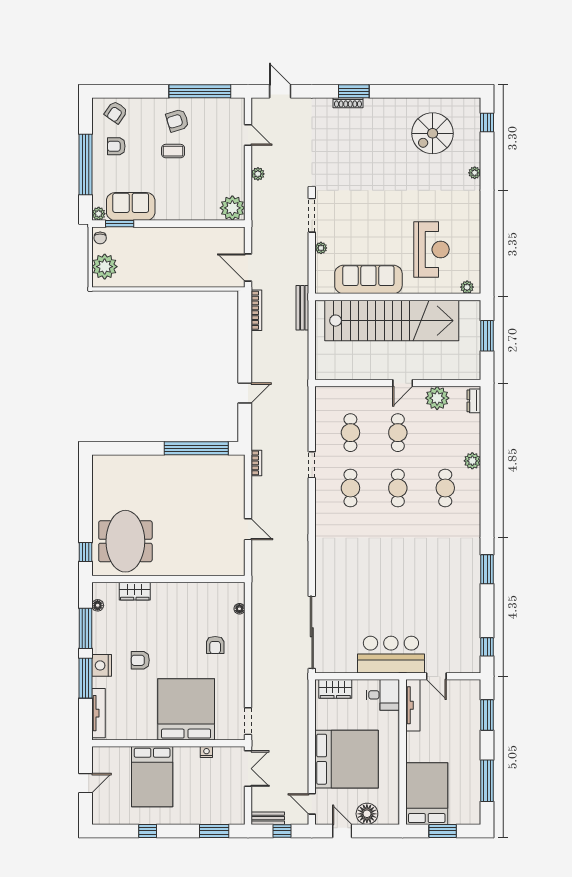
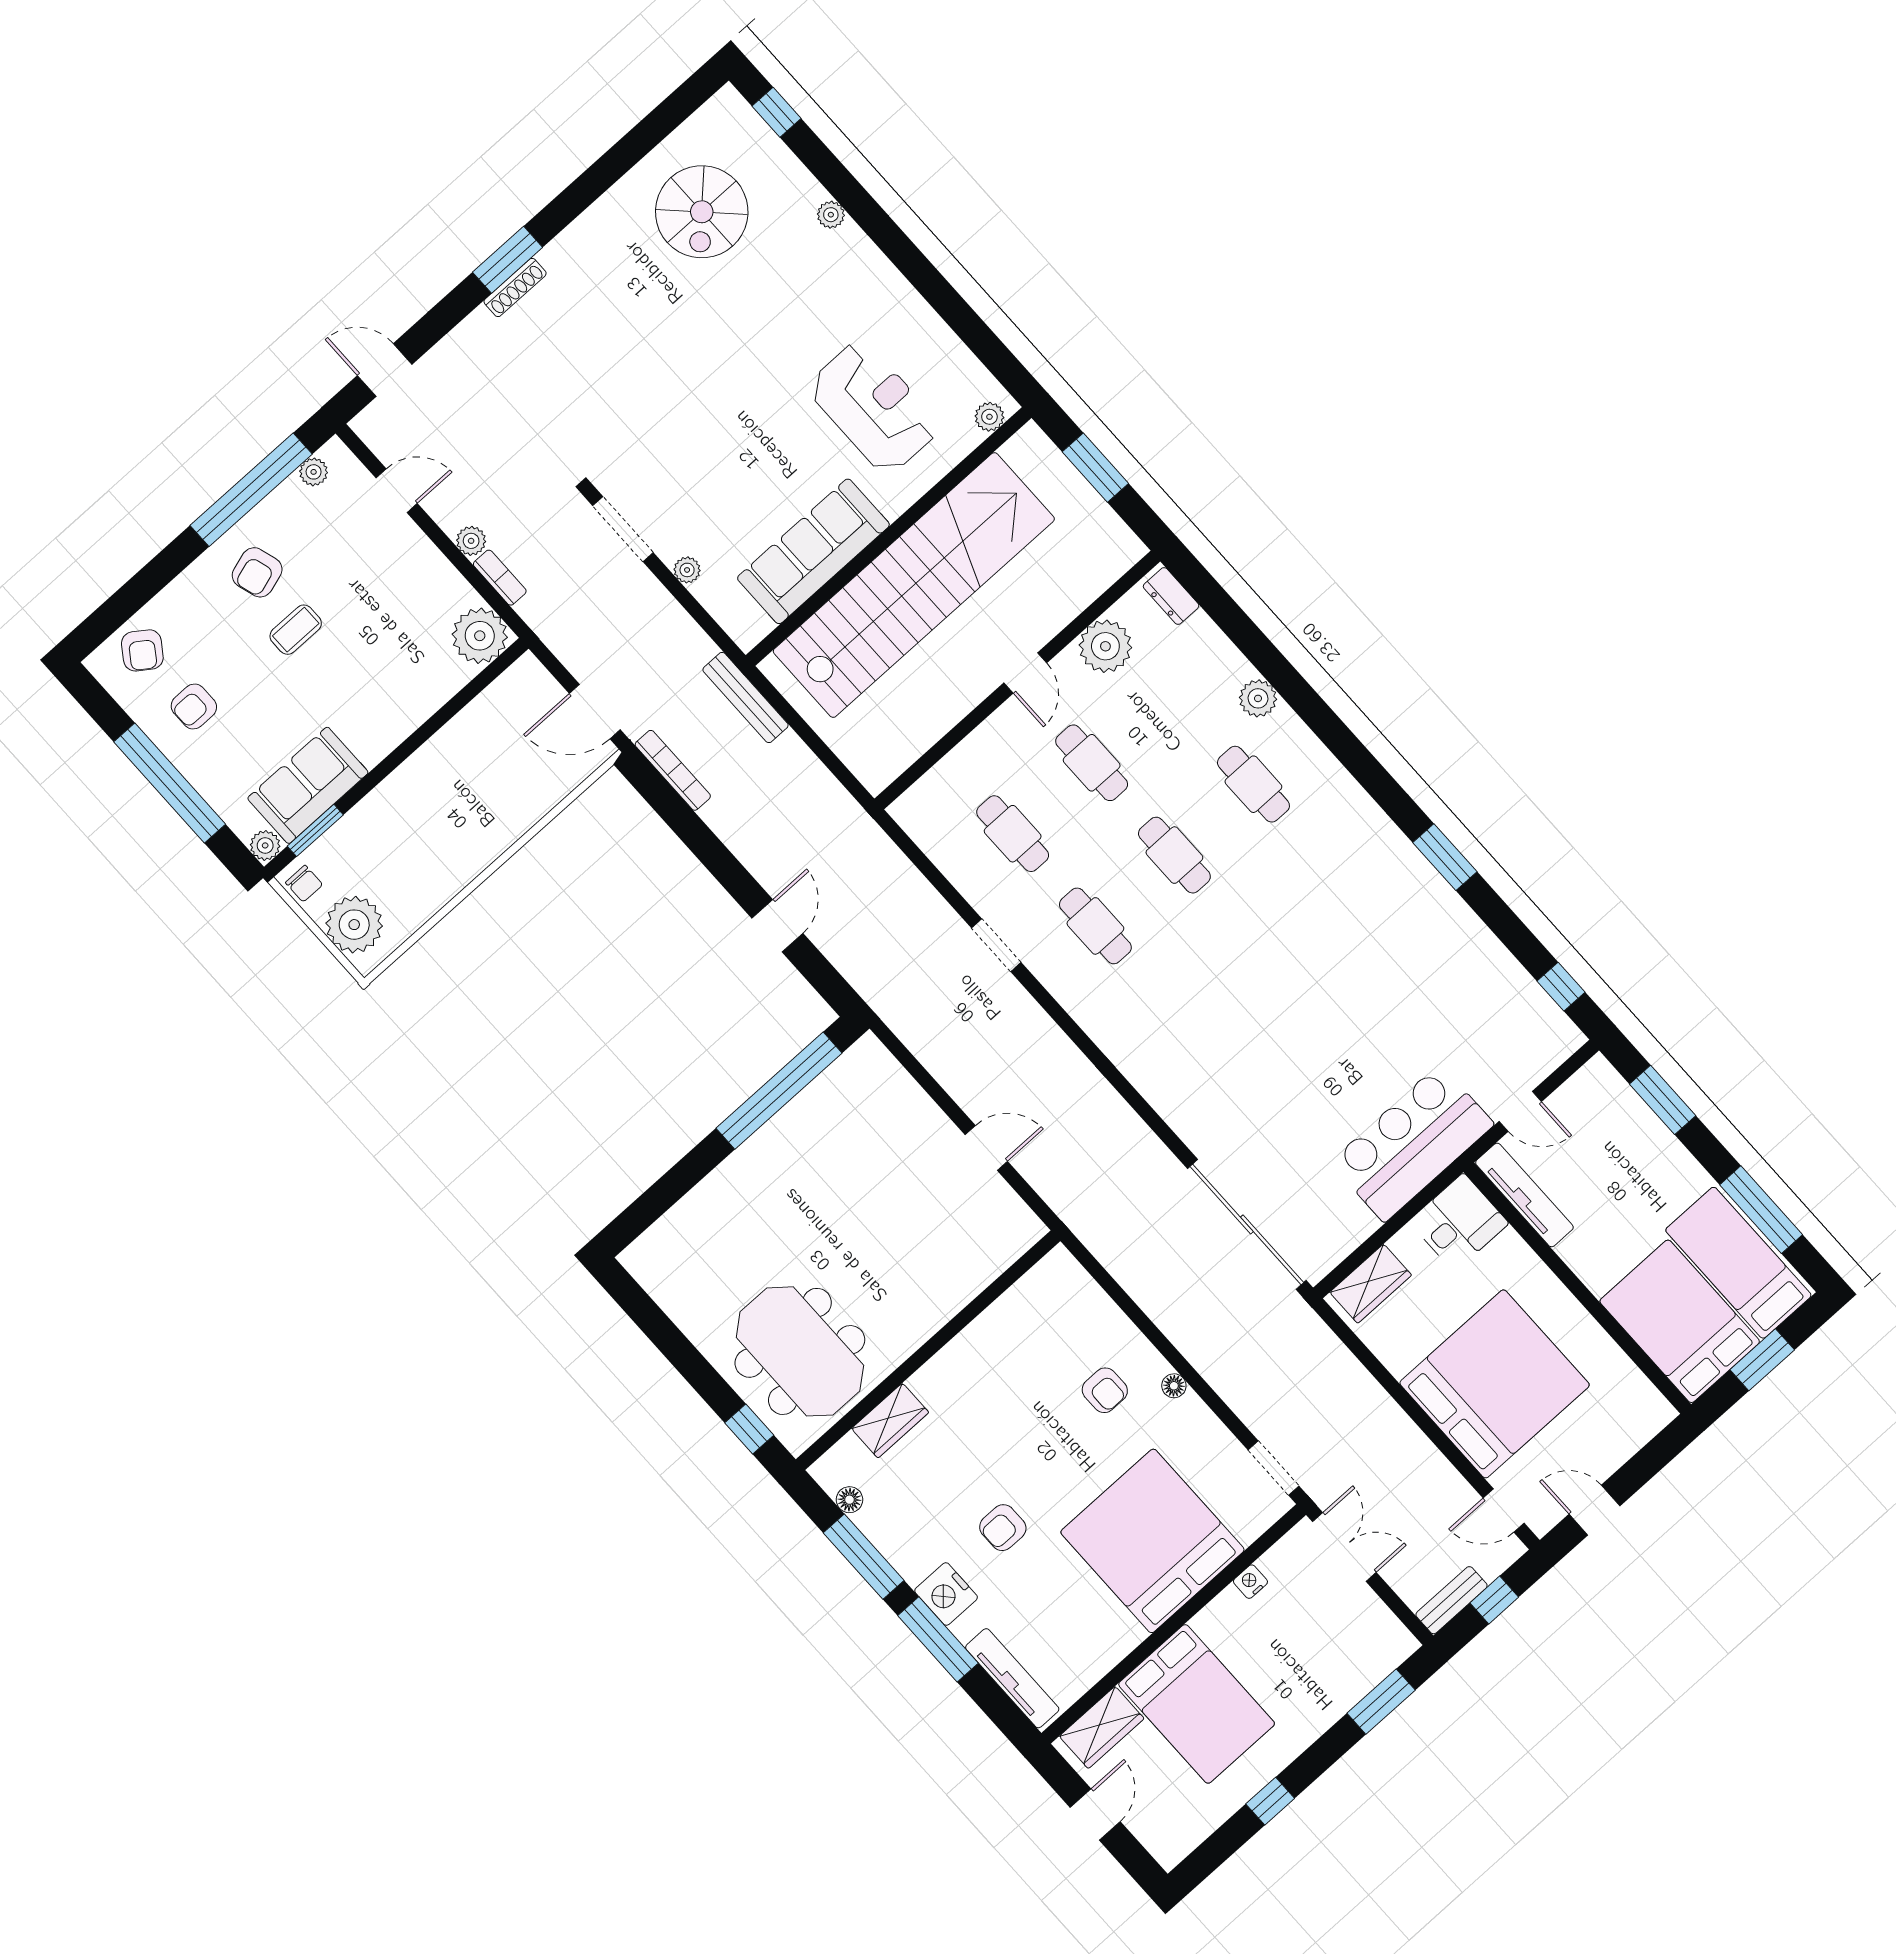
plant: (226, 104) -> (314, 472), added
bookcase: (256, 463) -> (500, 578), moved
floor lamp: (239, 609) -> (1174, 1386), moved
wardrobe: (114, 756) -> (1102, 1727), added
bed: (464, 792) -> (1738, 1263), added
floor lamp: (367, 814) -> (1610, 1444), removed

